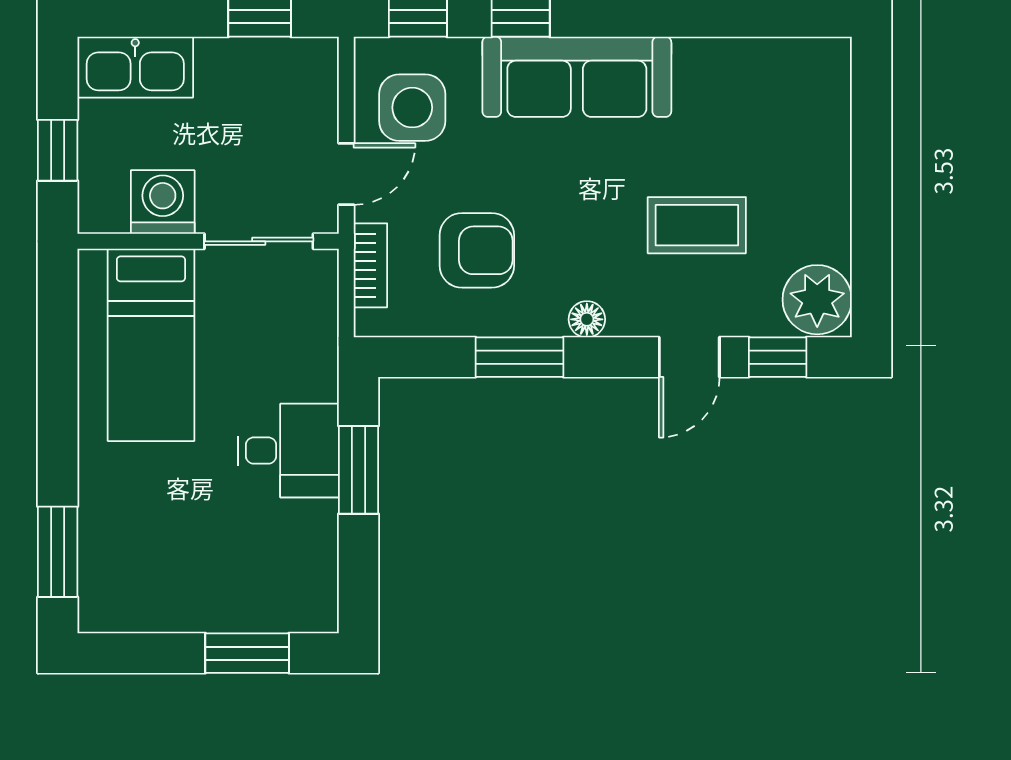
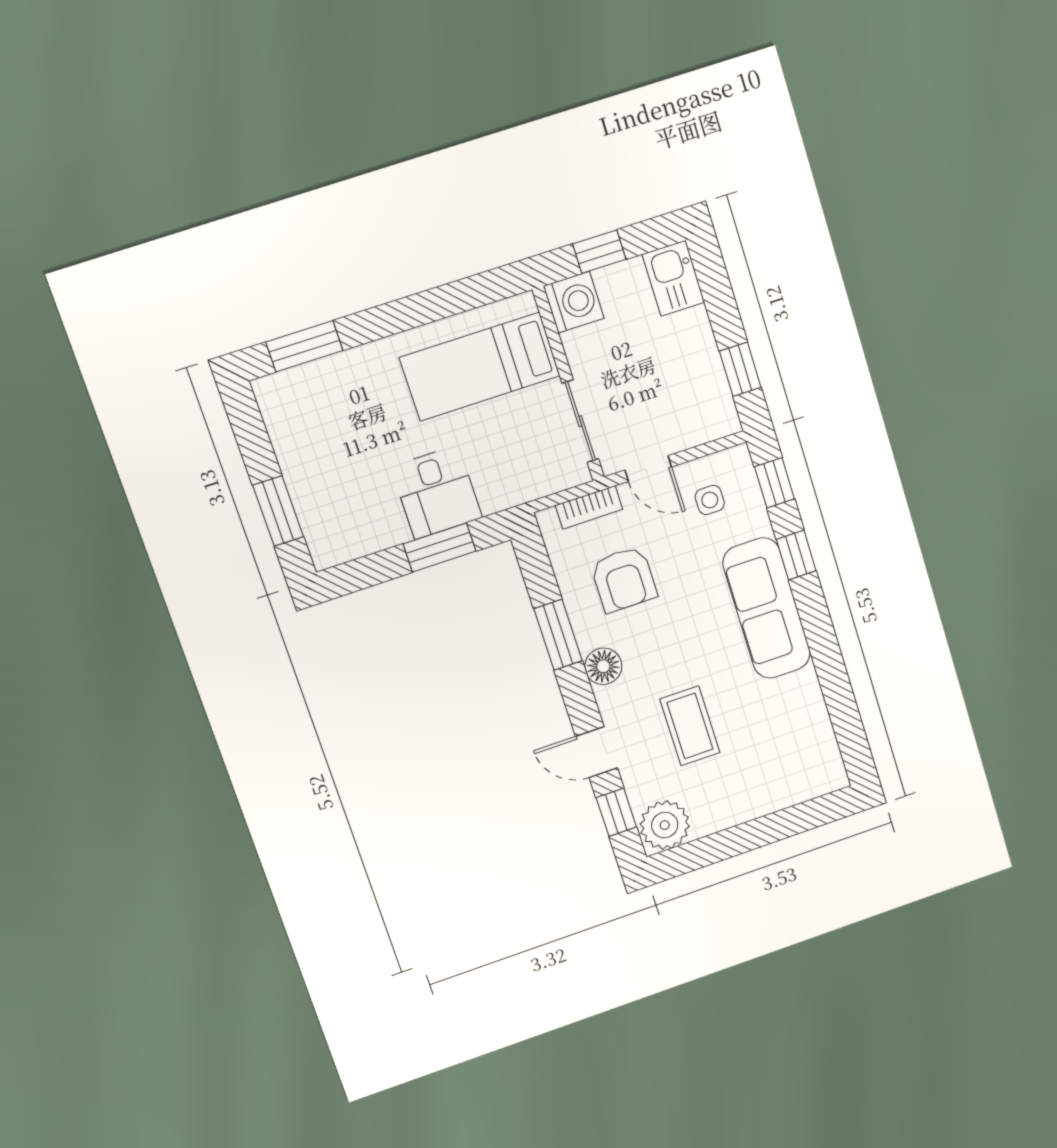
kitchen sink: (135, 67) -> (673, 278), width x0.73
side table: (412, 108) -> (710, 500), width x0.54, depth x0.54
washing machine: (163, 202) -> (574, 302), moved
floor lamp: (587, 319) -> (603, 666), width x1.37, depth x1.37

